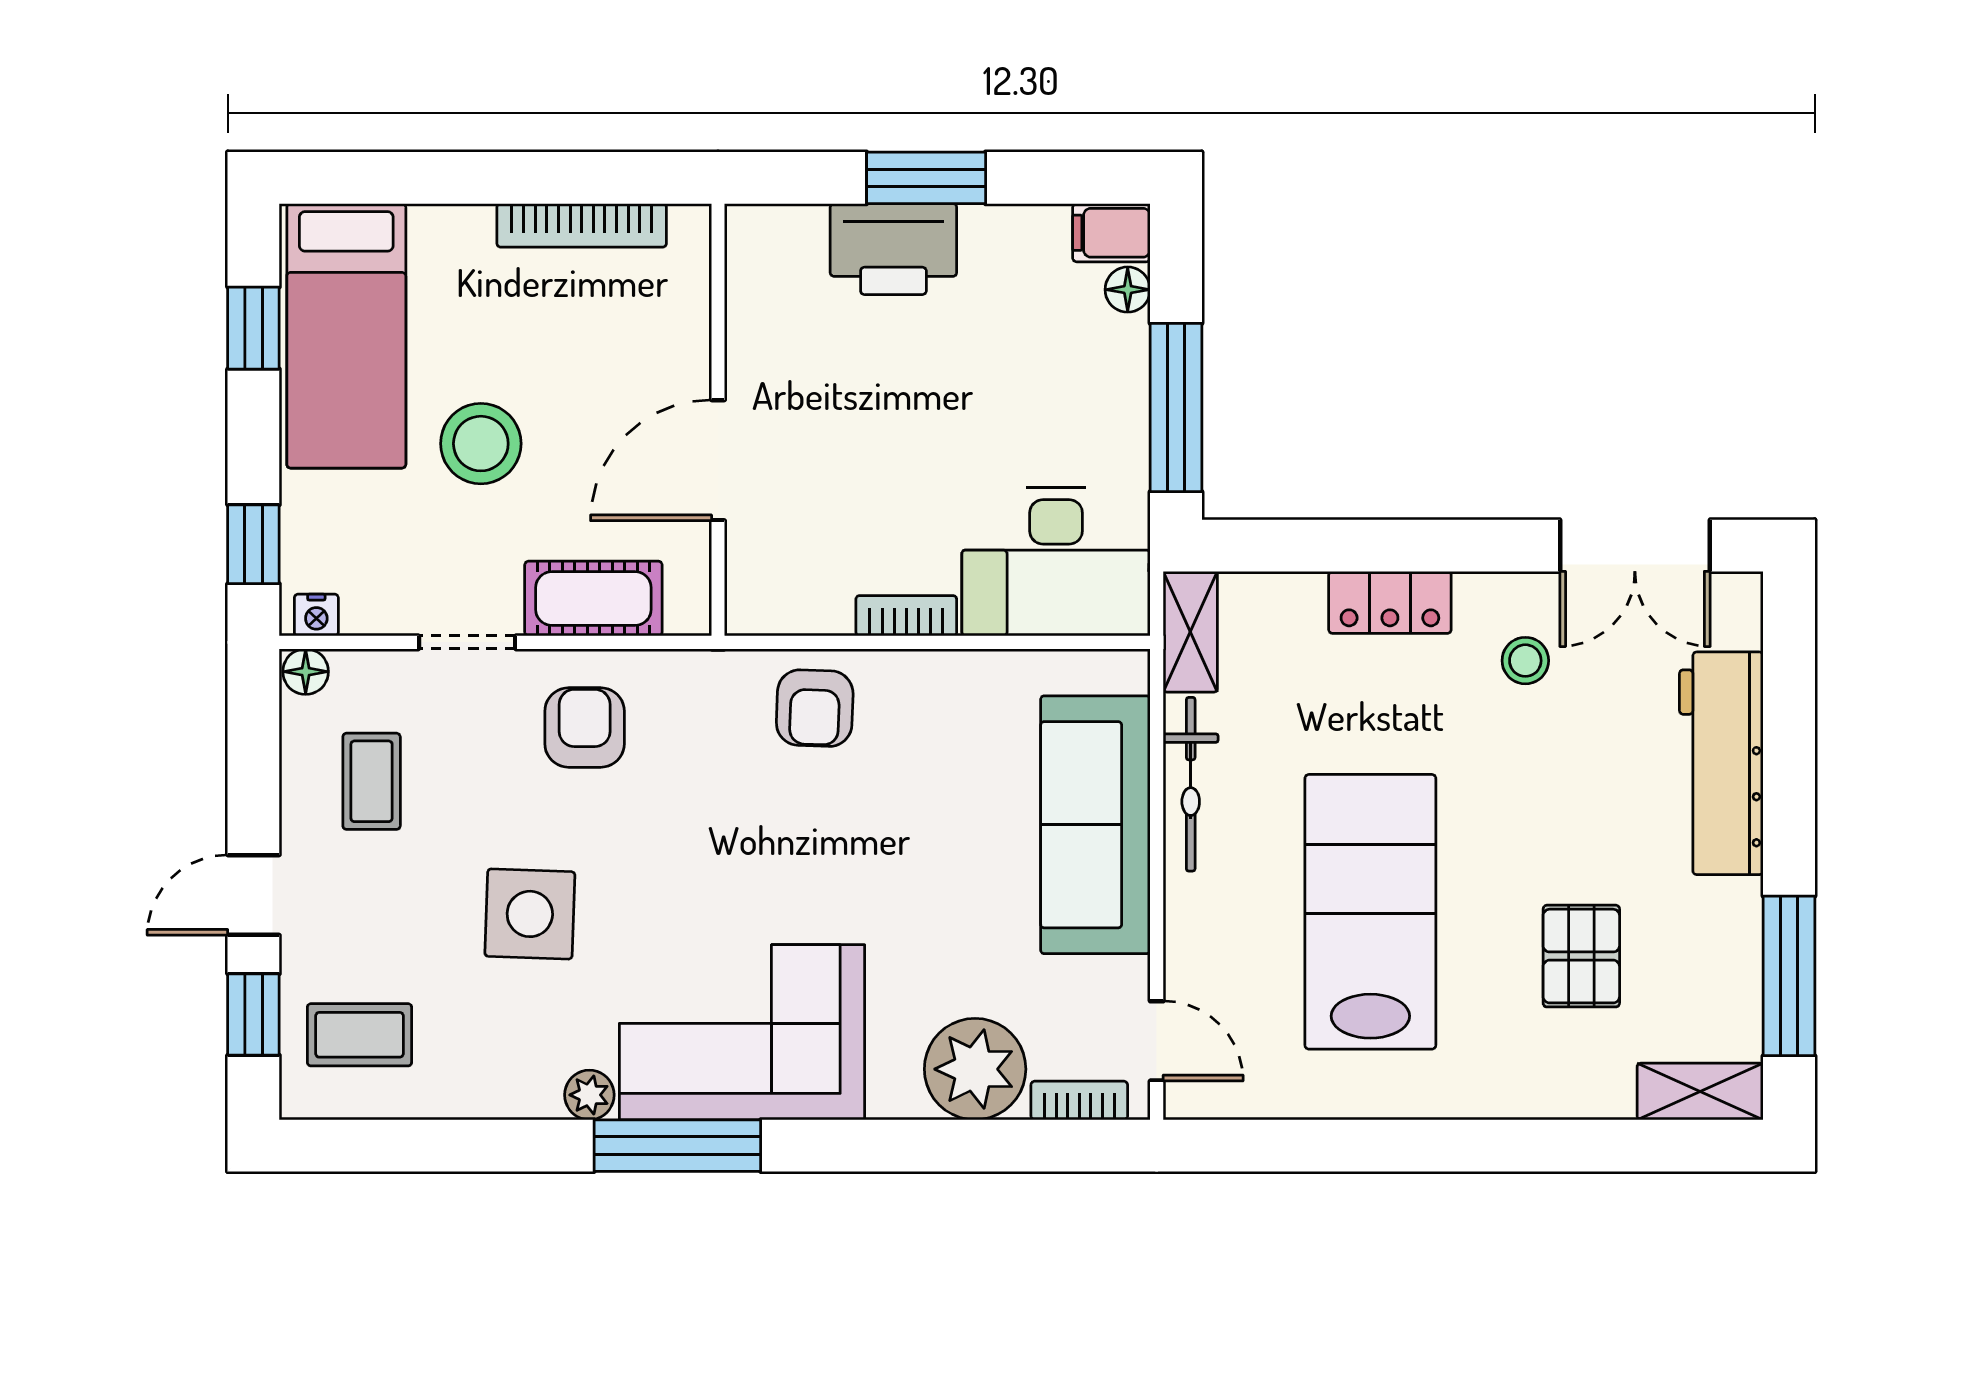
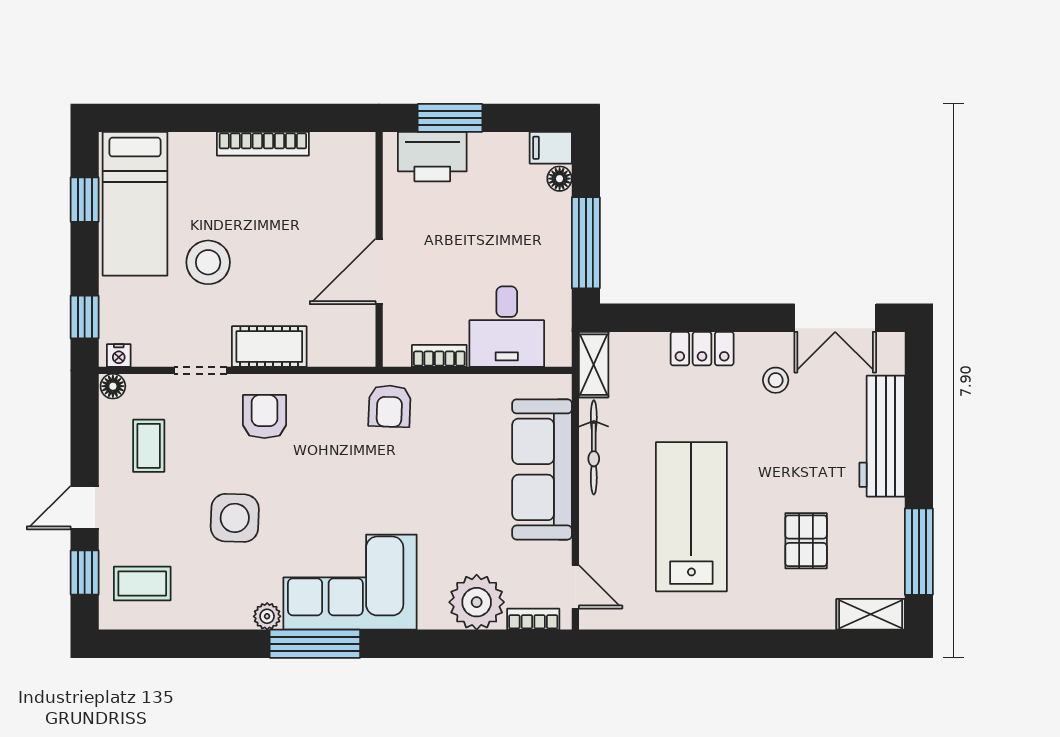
wall: (718, 420) -> (379, 249), moved
door: (718, 460) -> (379, 271), moved
desk: (1056, 562) -> (507, 327), width x0.73

